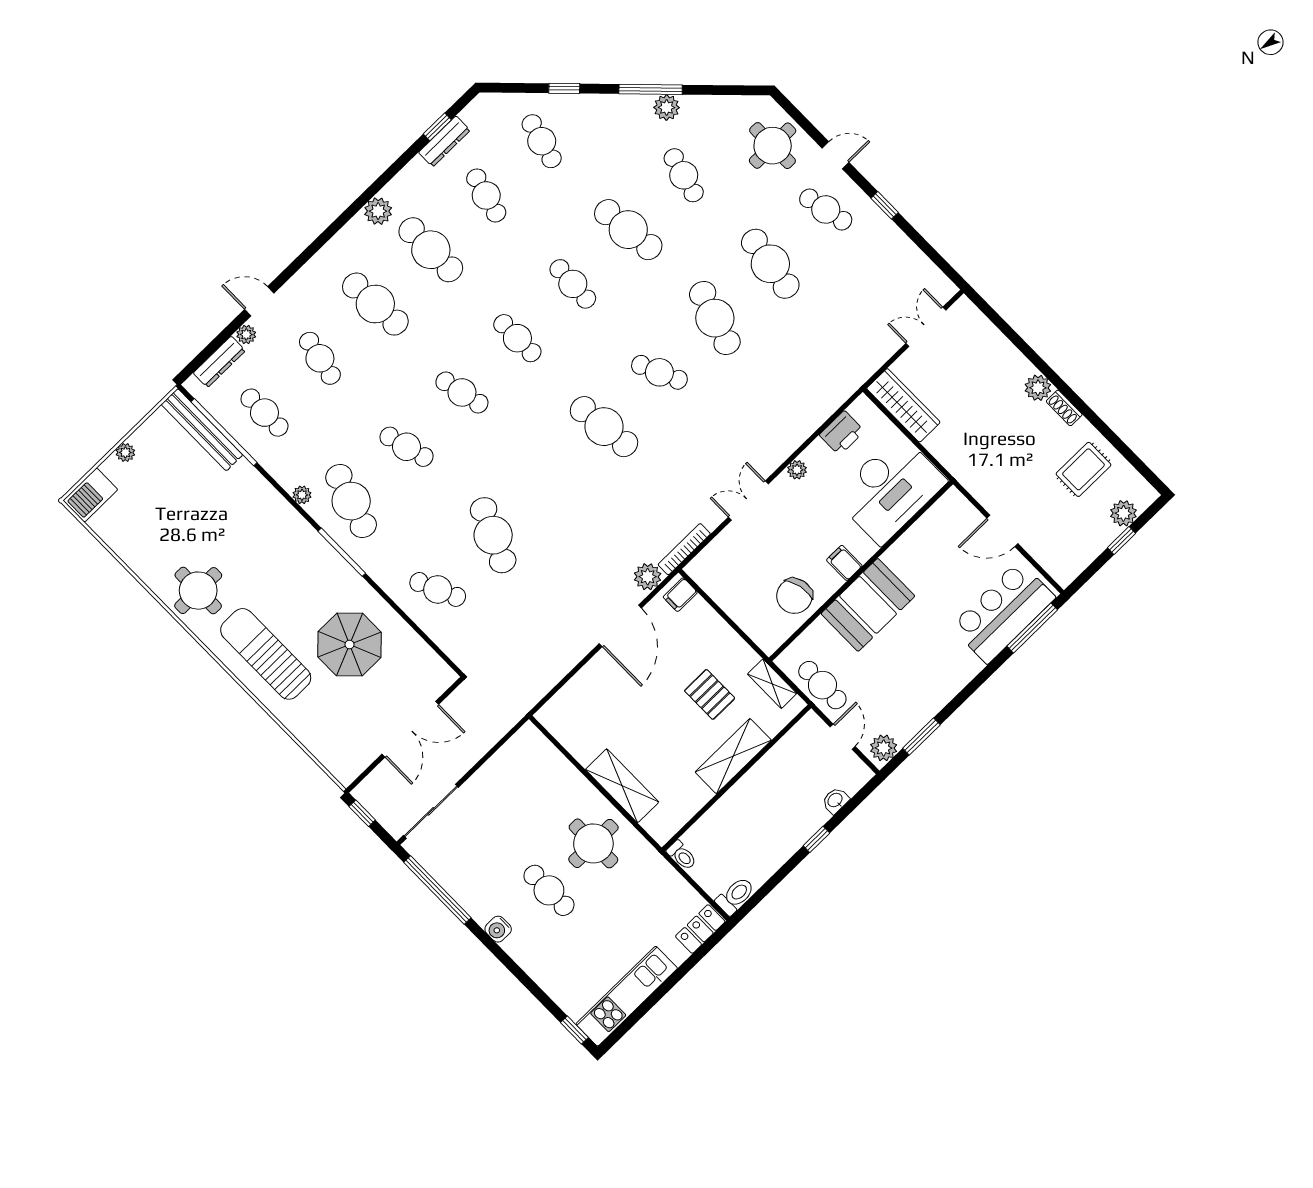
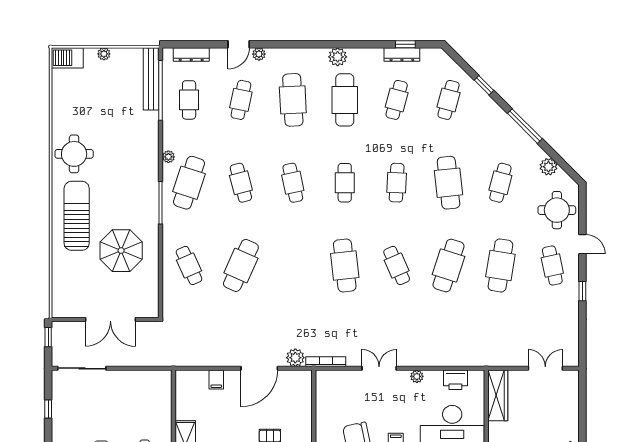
plant: (667, 107) -> (548, 167), moved
door: (259, 301) -> (239, 44), swing flipped
plant: (246, 334) -> (259, 54), moved
filing cabinet: (680, 595) -> (216, 380), moved, turned -90
window: (437, 890) -> (48, 409), width x0.32

